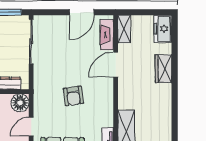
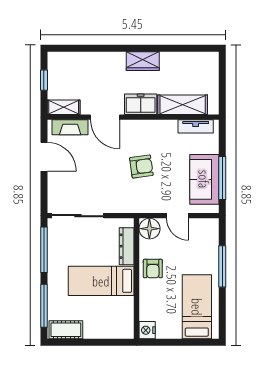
window: (147, 12) -> (44, 80), added
freezer: (163, 29) -> (141, 104), moved, turned 180
wardrobe: (164, 69) -> (143, 61), moved

